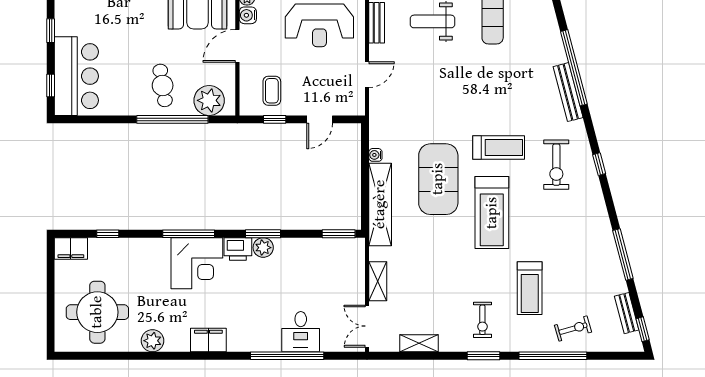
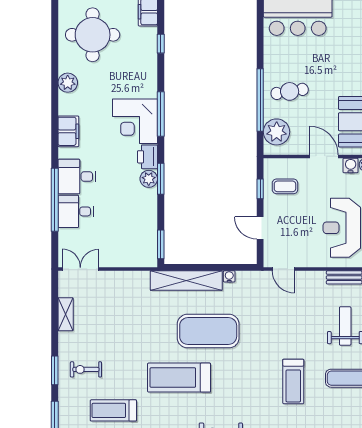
door: (367, 75) -> (283, 269), moved
treadmill: (499, 148) -> (293, 381), moved
shelving: (378, 281) -> (119, 278), removed
desk: (260, 330) -> (77, 177), added

